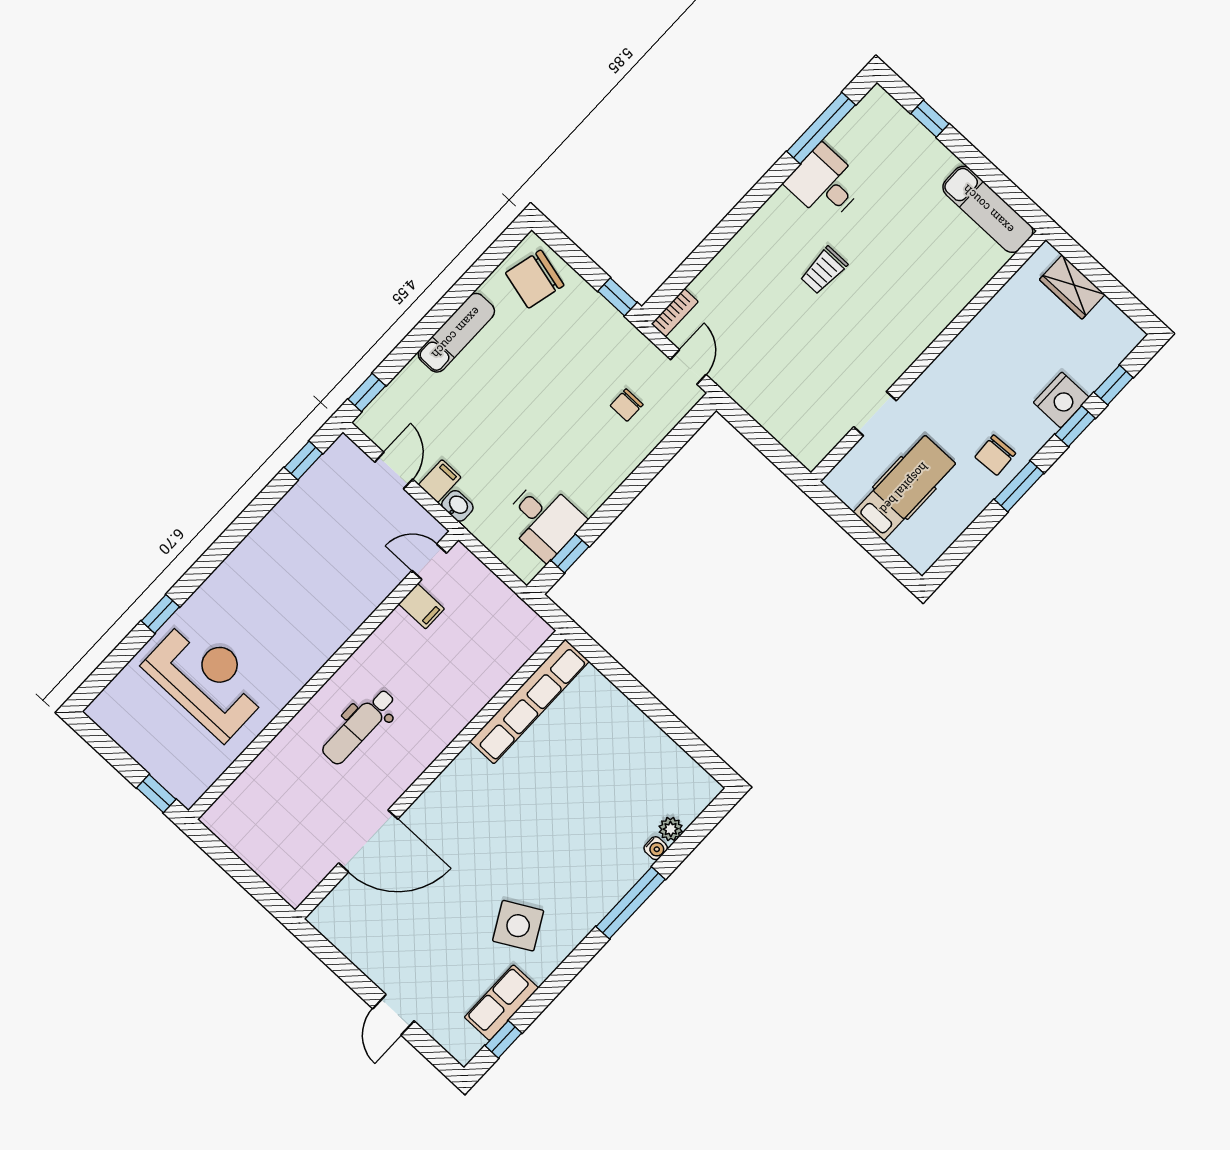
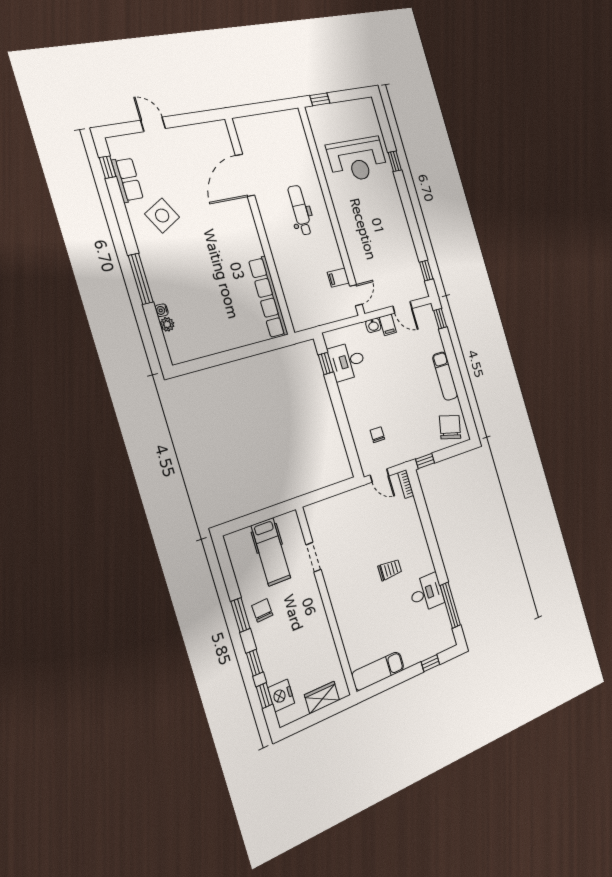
trolley: (824, 270) -> (390, 570), turned 90
nightstand: (1061, 400) -> (281, 695), moved

